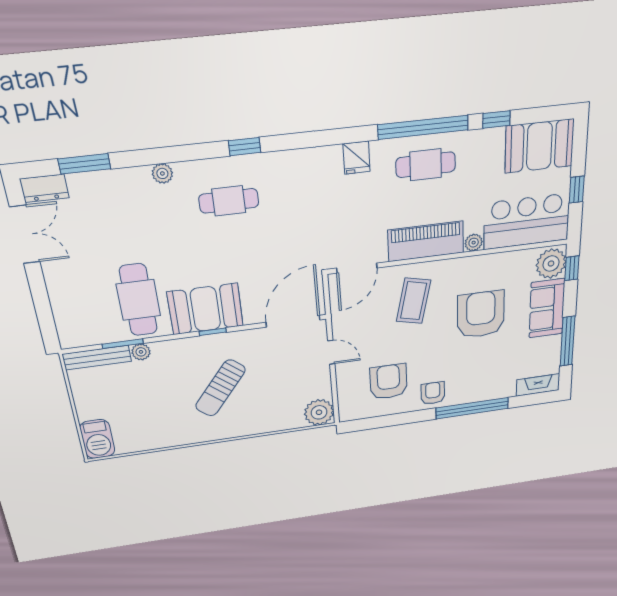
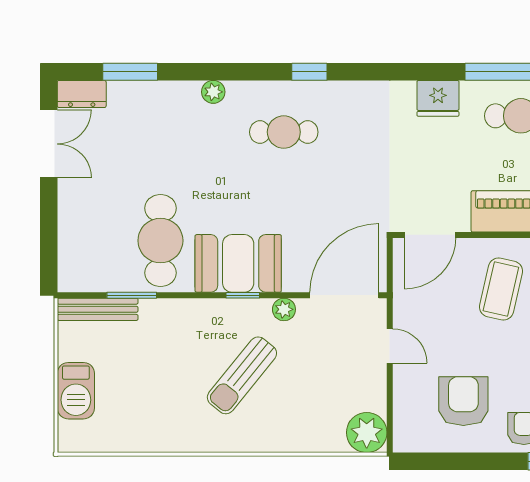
fridge: (357, 158) -> (438, 98), width x1.38
plant: (141, 352) -> (284, 309), moved
barbecue: (97, 439) -> (76, 391), moved

